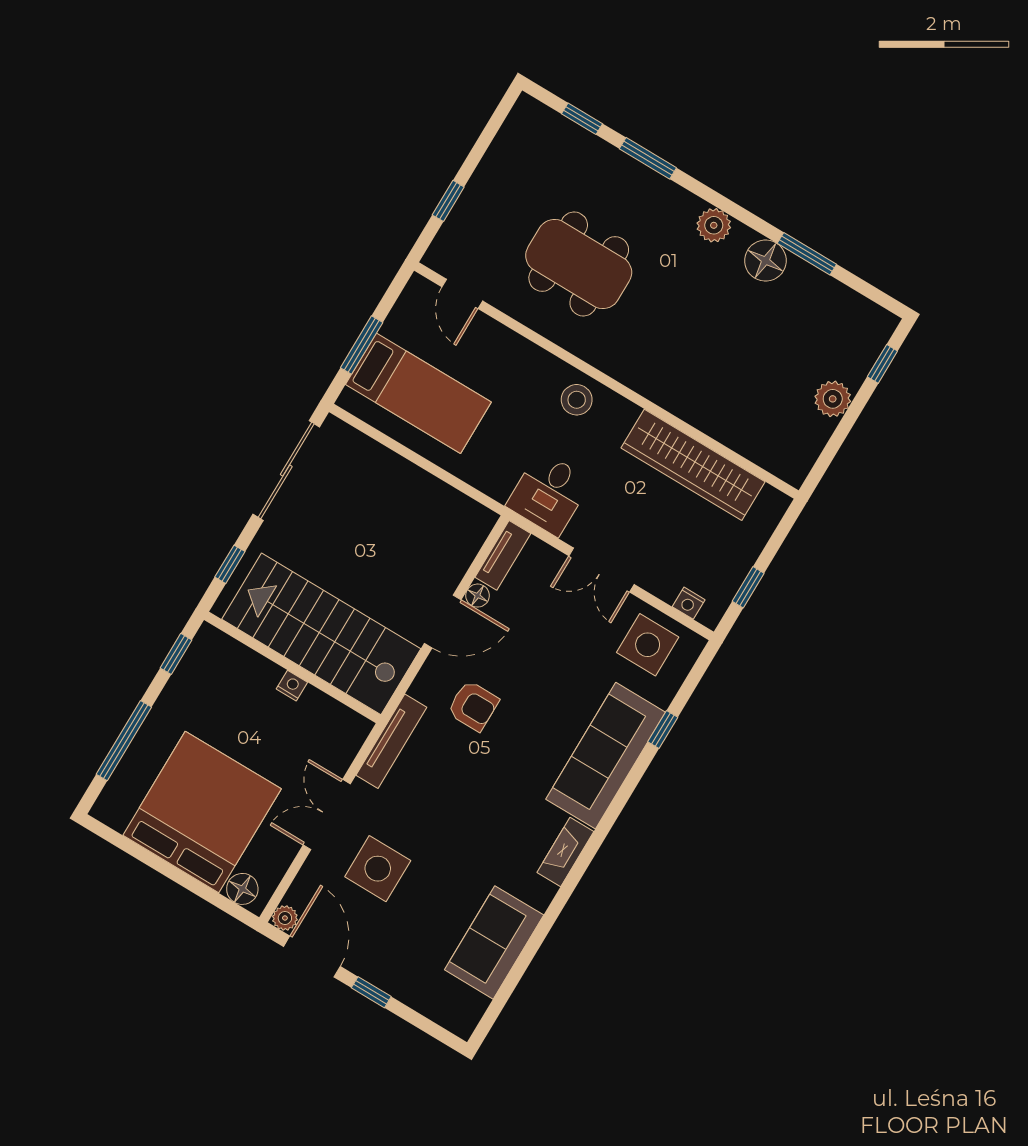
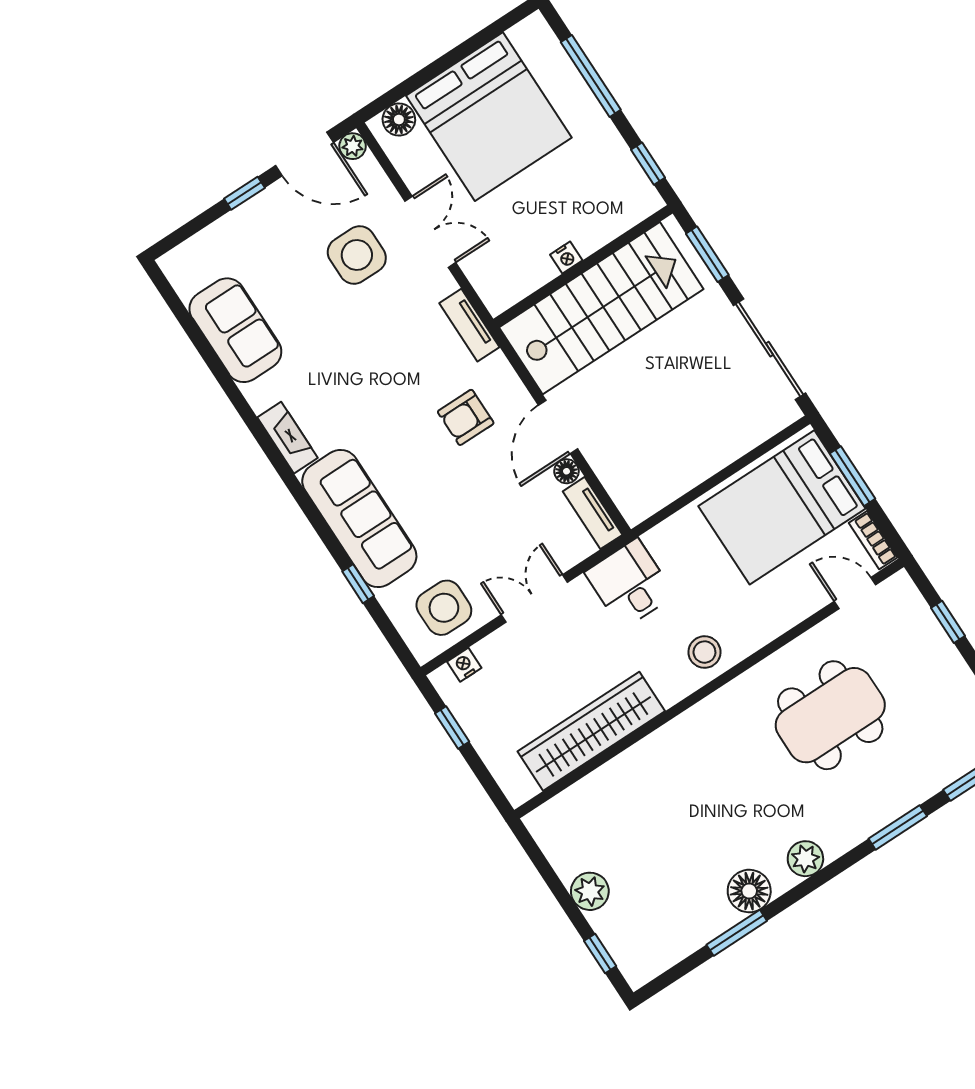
bookcase: (409, 300) -> (873, 540), added
bed: (418, 393) -> (782, 507), width x1.50
window: (230, 564) -> (707, 254), width x1.50
tv unit: (391, 741) -> (469, 325), width x0.71

